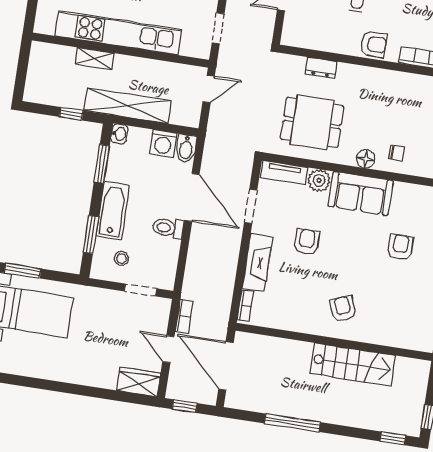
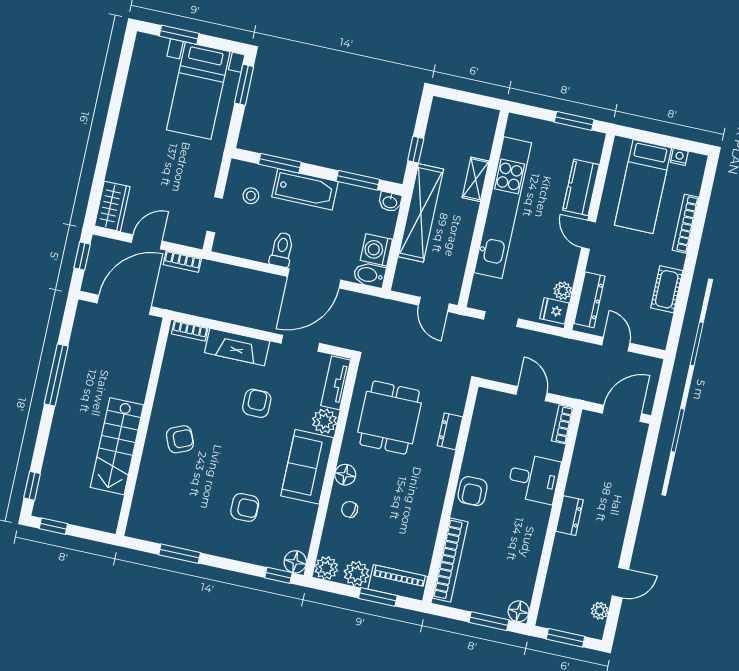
chair: (397, 153) -> (350, 509), turned 101
armchair: (307, 242) -> (257, 403), turned -90

